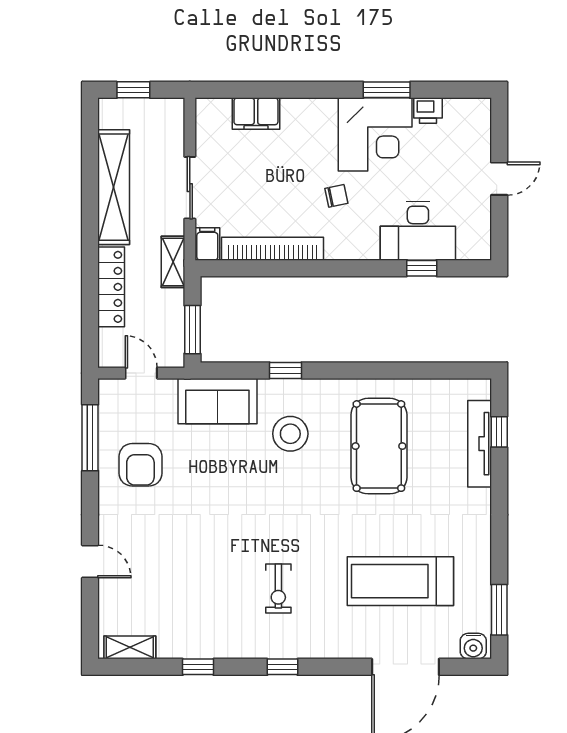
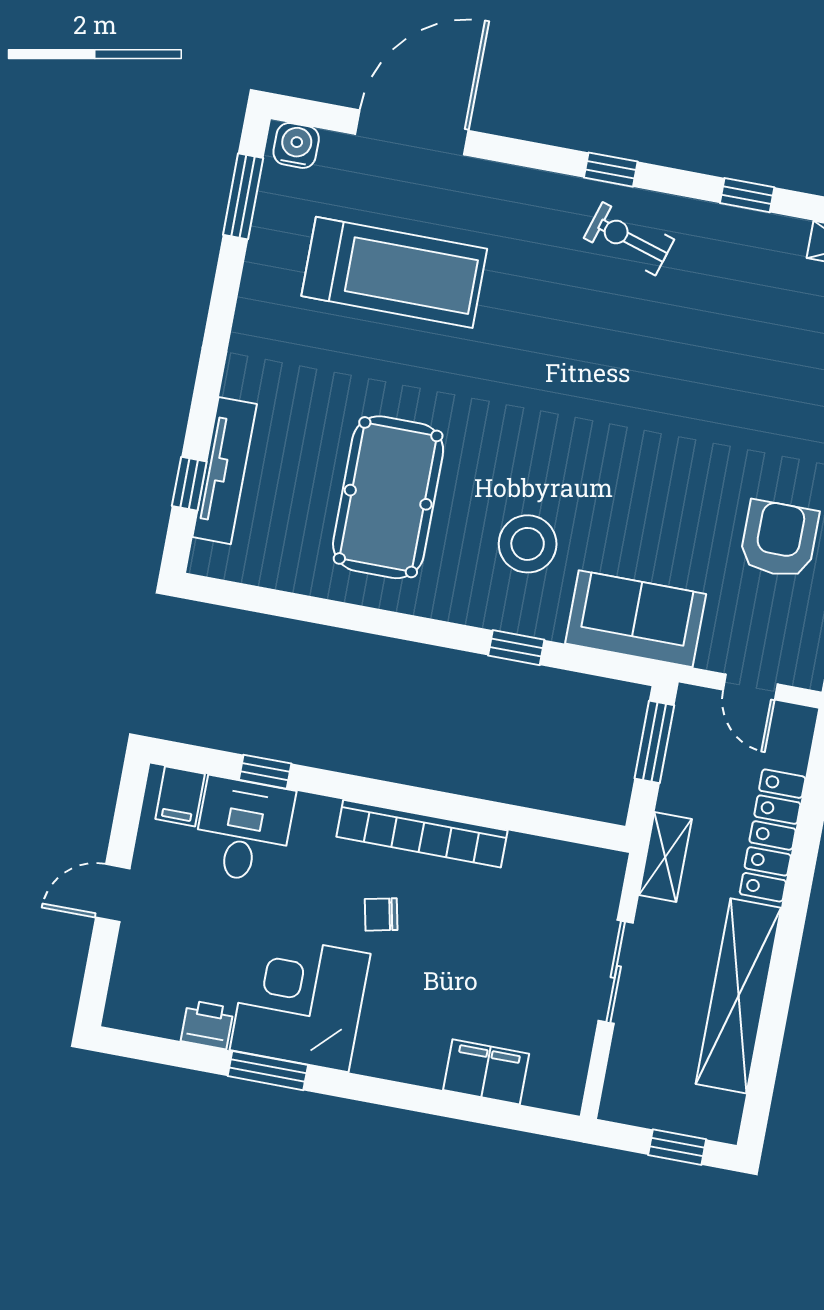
desk: (418, 231) -> (243, 830), width x0.73
filing cabinet: (207, 244) -> (180, 796), moved
bookcase: (273, 249) -> (422, 834), moved
exercise bike: (278, 588) -> (629, 239), moved, turned -73

